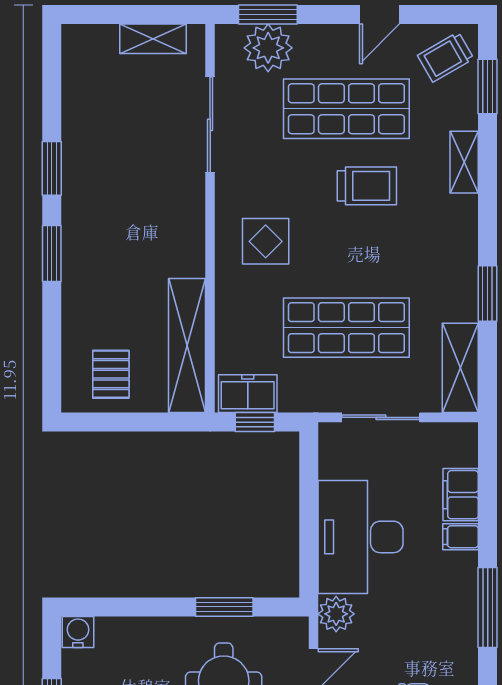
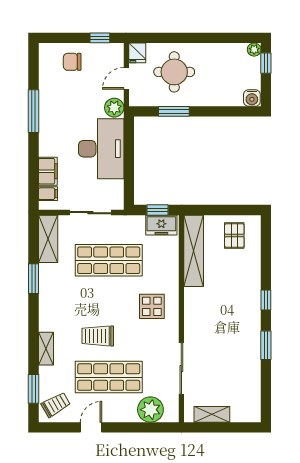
window: (268, 14) -> (151, 427), removed
window: (52, 253) -> (266, 300), width x0.67
filing cabinet: (460, 537) -> (48, 194), moved

